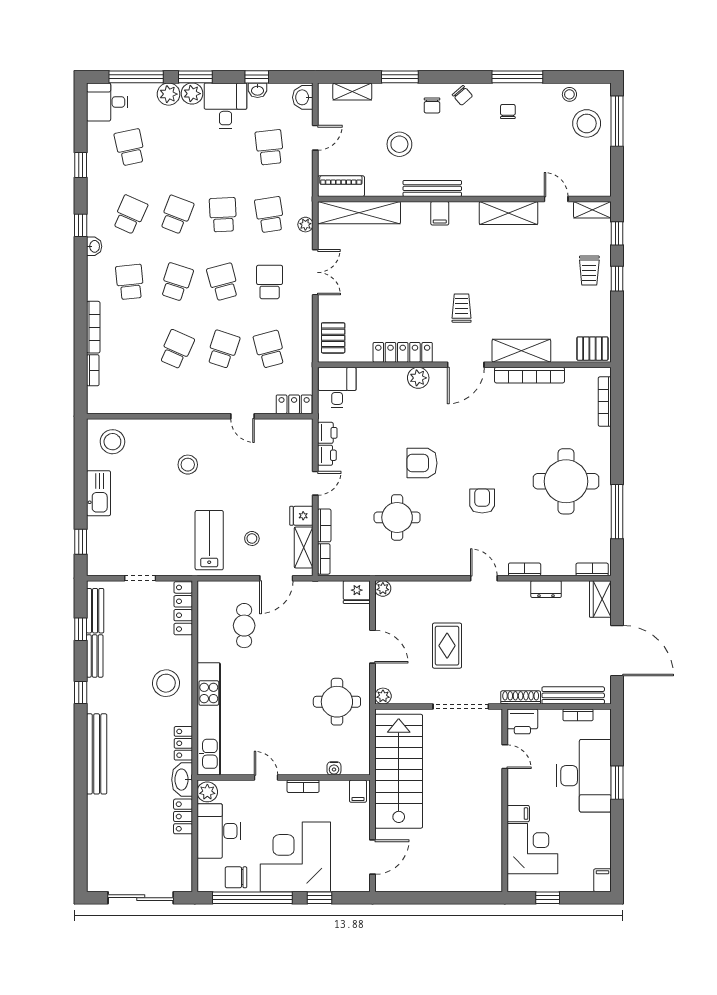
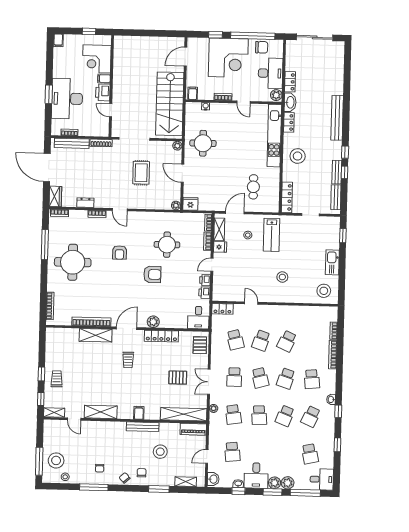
pallet: (592, 349) -> (178, 378), moved
window: (81, 629) -> (345, 172), moved
printer: (522, 721) -> (103, 92), moved, turned -90

